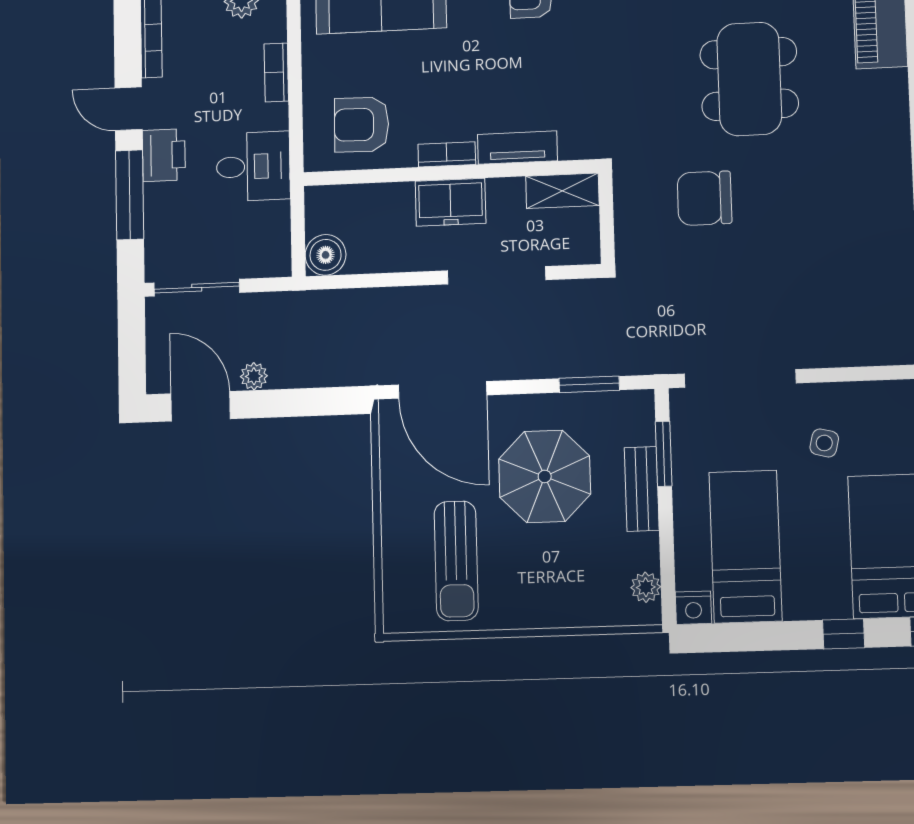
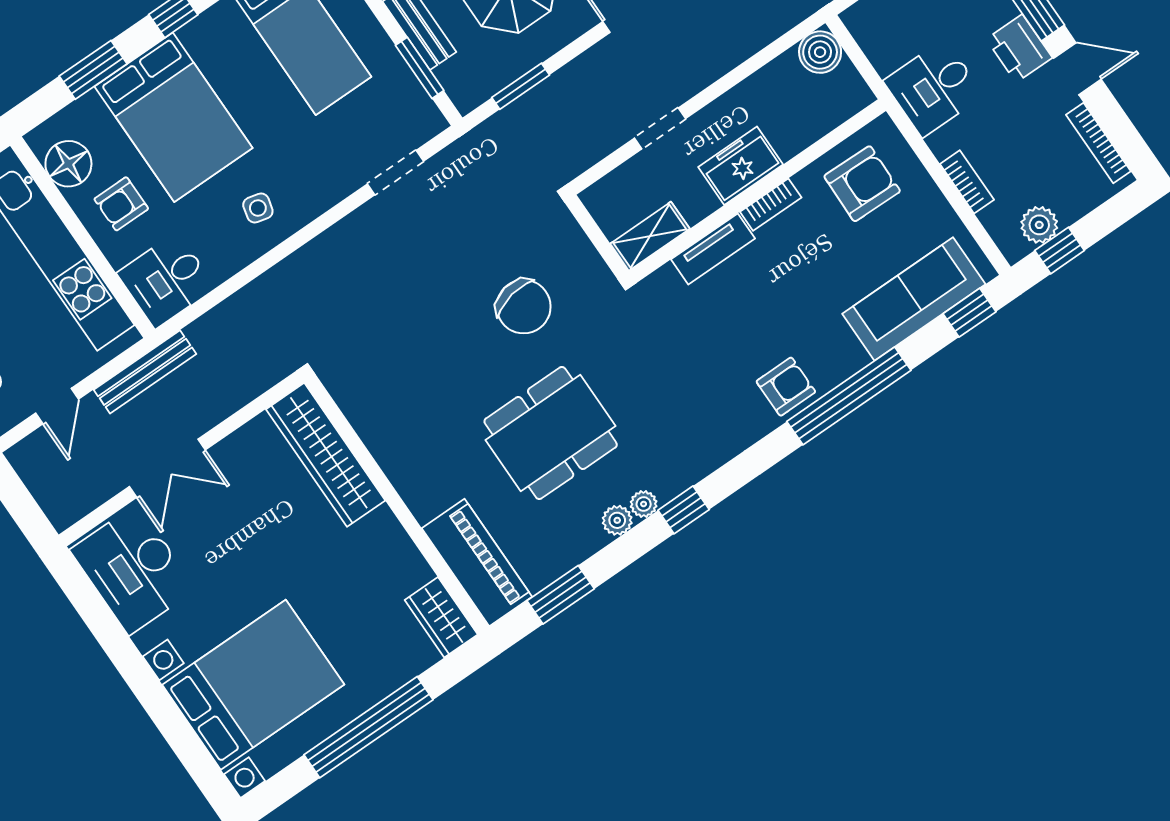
dining table: (749, 79) -> (551, 433), turned 90
chair: (705, 198) -> (524, 307), turned 79
doorway: (496, 275) -> (660, 128), width x0.53
doorway: (740, 378) -> (395, 173), width x0.53
side table: (824, 443) -> (258, 208), moved

